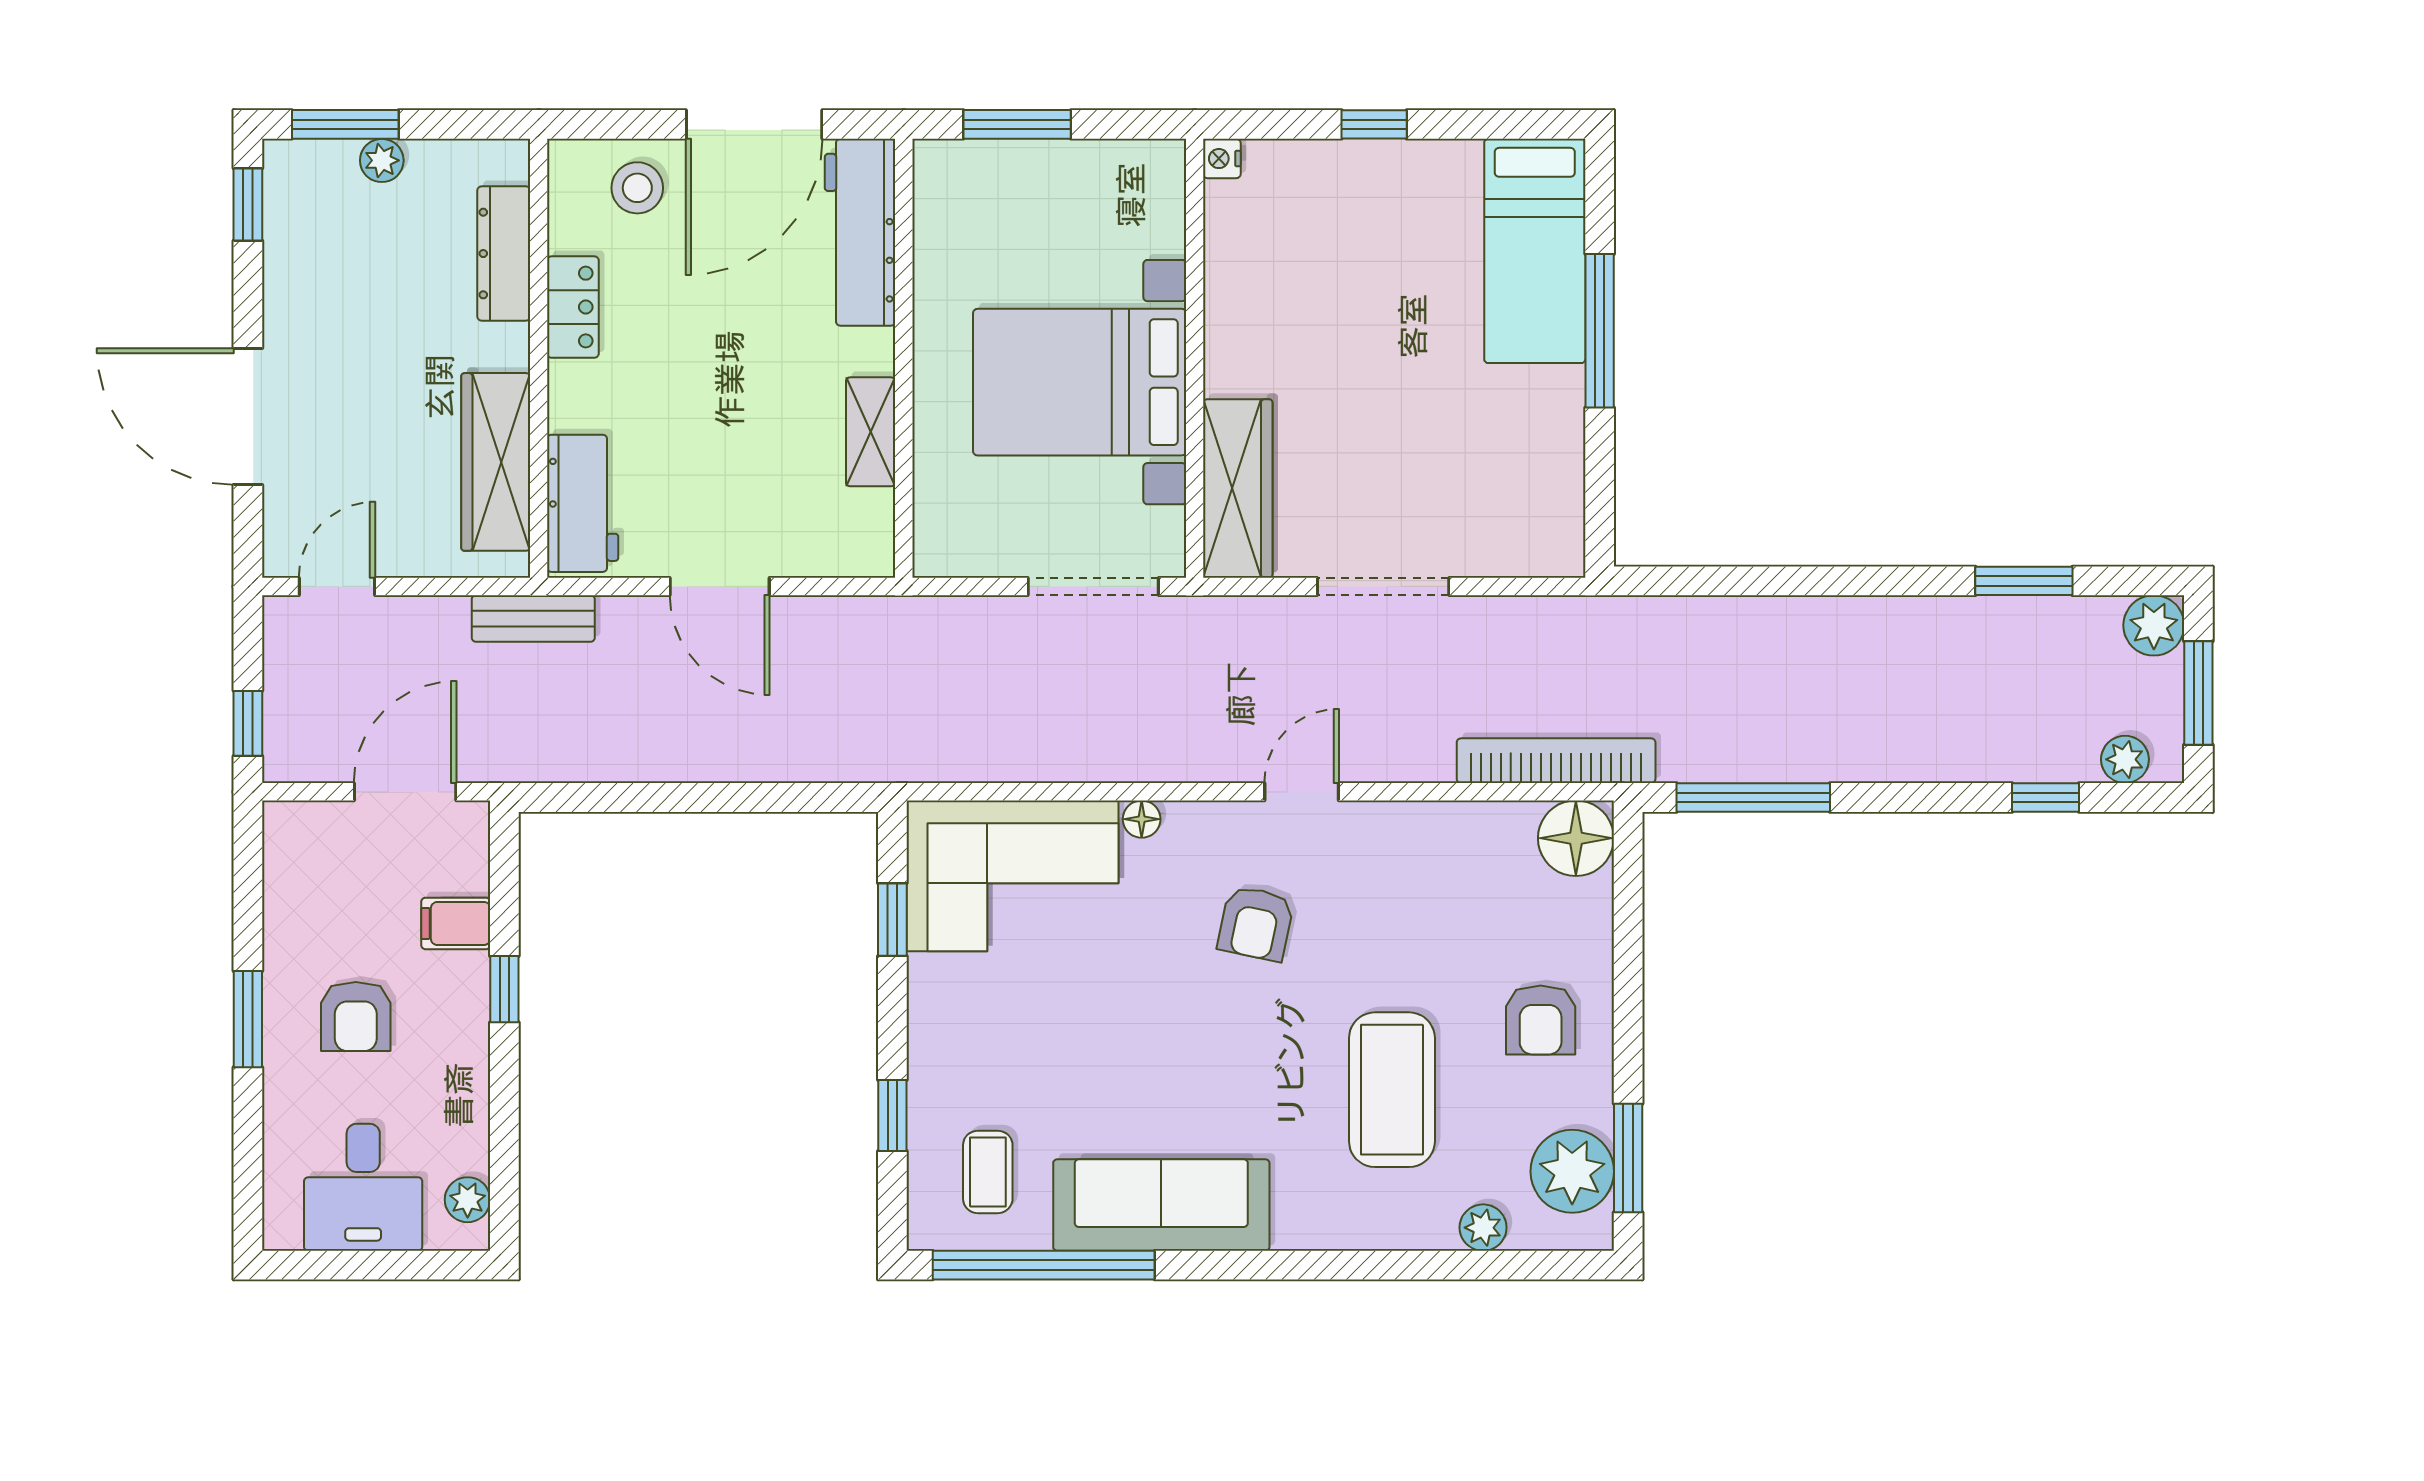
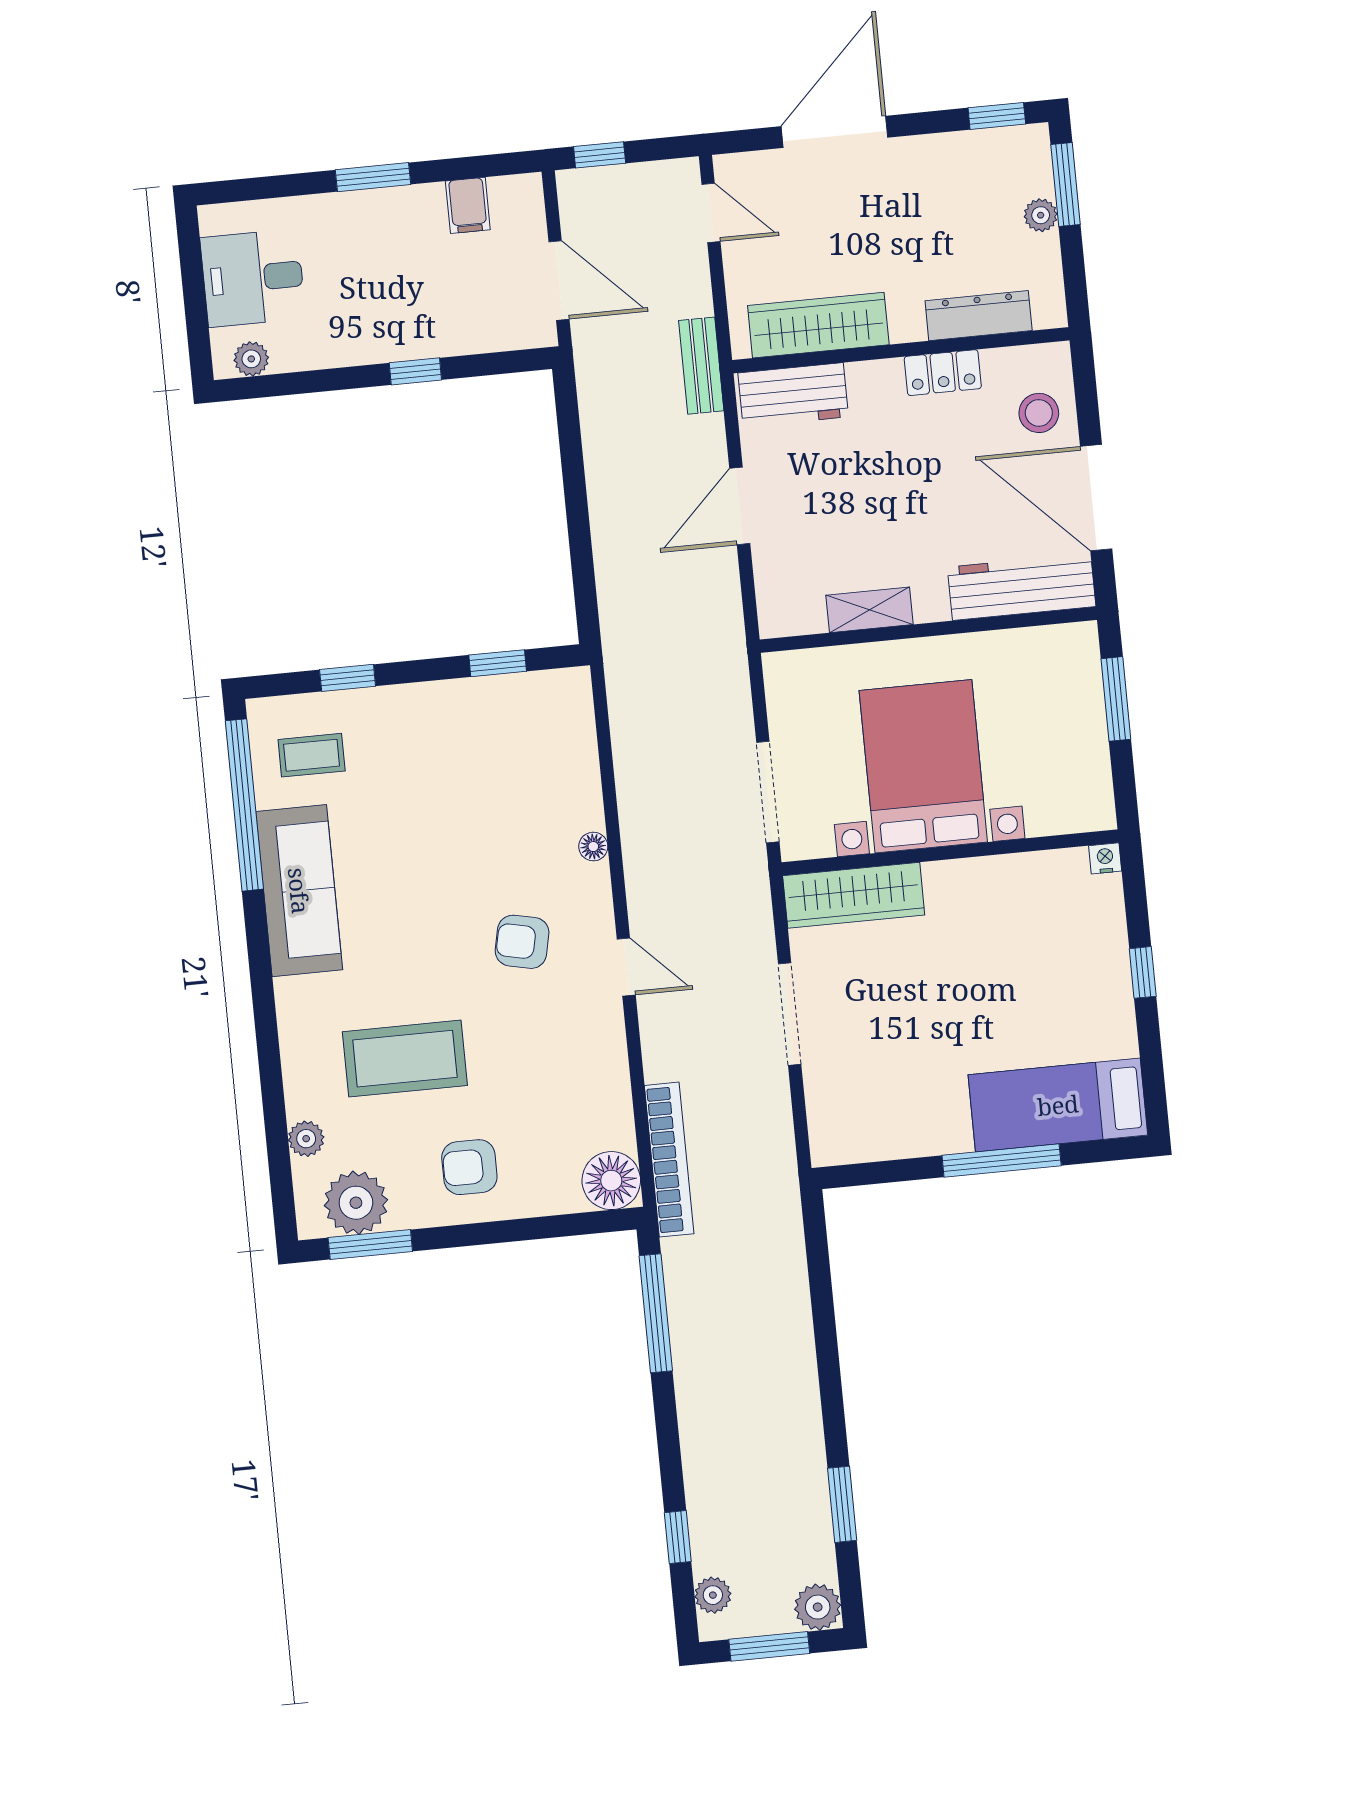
corner sofa: (1012, 876) -> (540, 752), removed
filing cabinet: (456, 923) -> (468, 205), moved, turned 180
armchair: (356, 1017) -> (383, 260), removed

